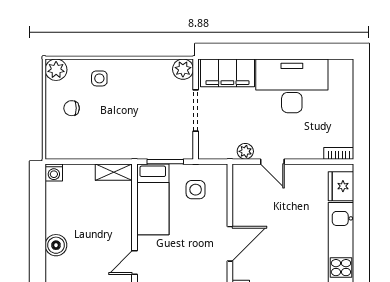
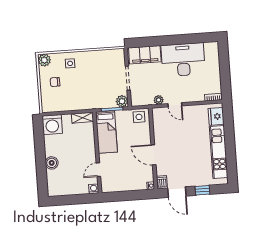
plant: (183, 69) -> (122, 101), moved
washing machine: (54, 172) -> (52, 125), width x1.89, depth x1.89
side table: (196, 190) -> (139, 117), moved
door: (230, 244) -> (153, 155), swing flipped

